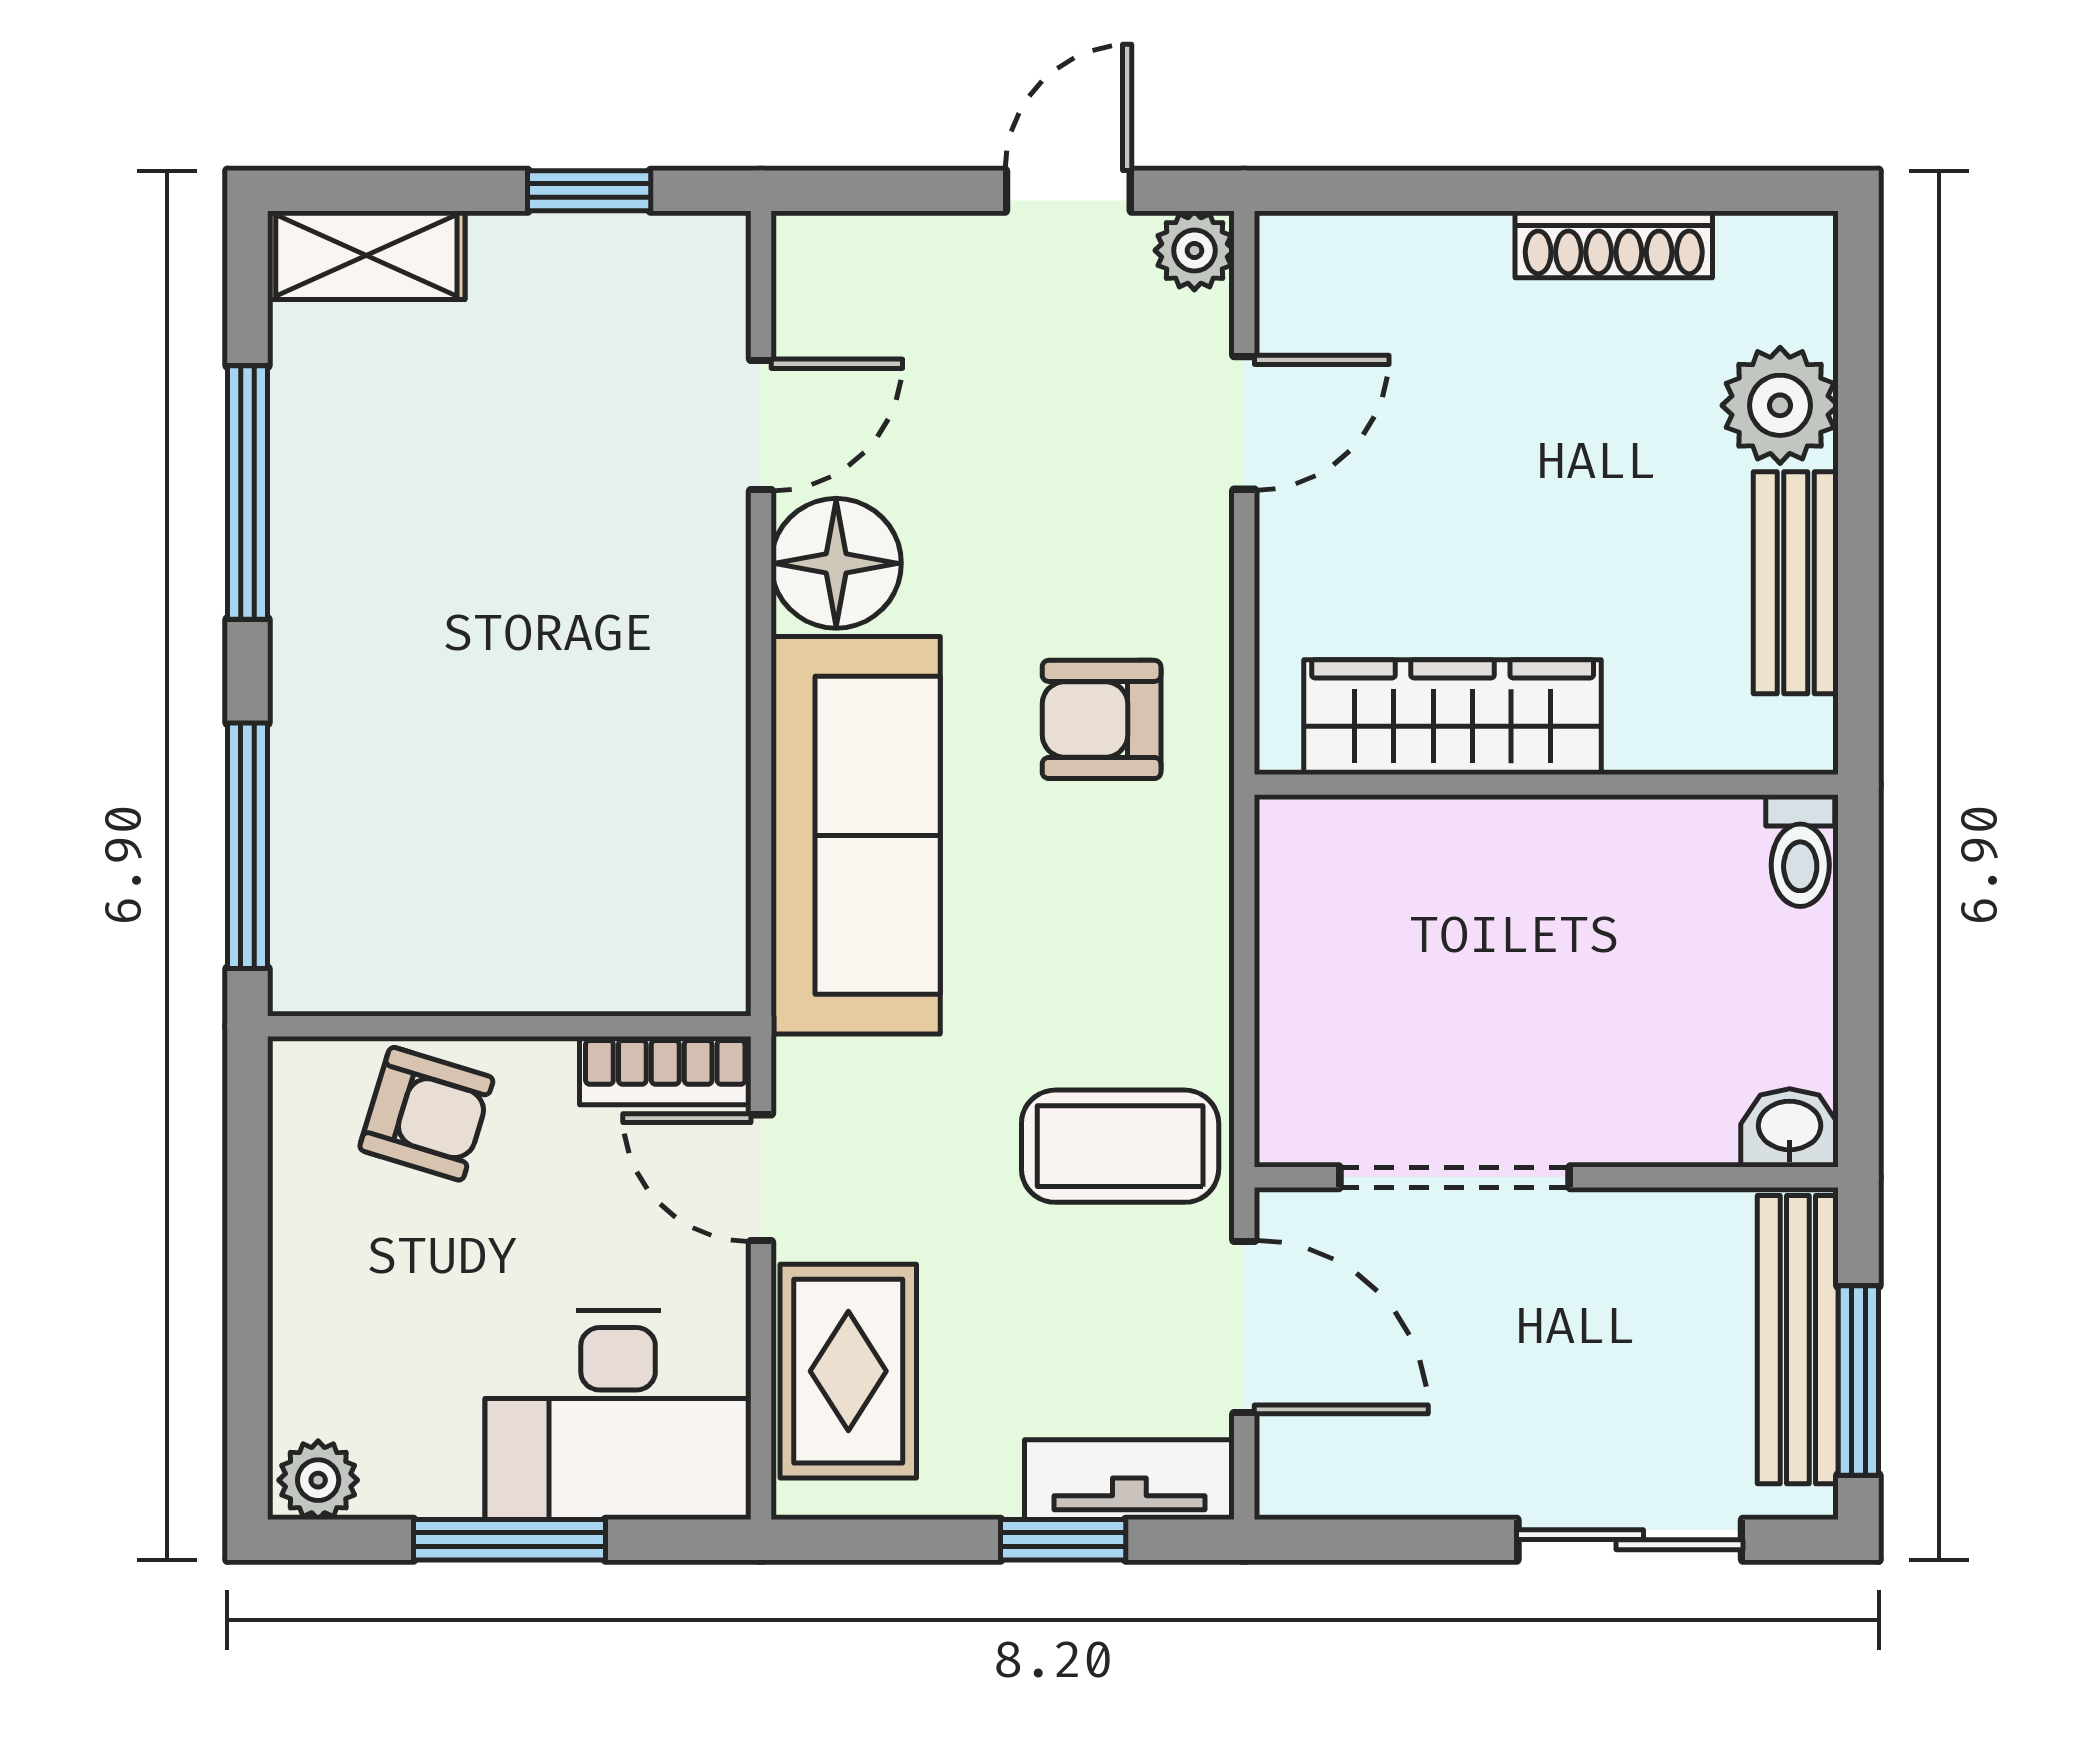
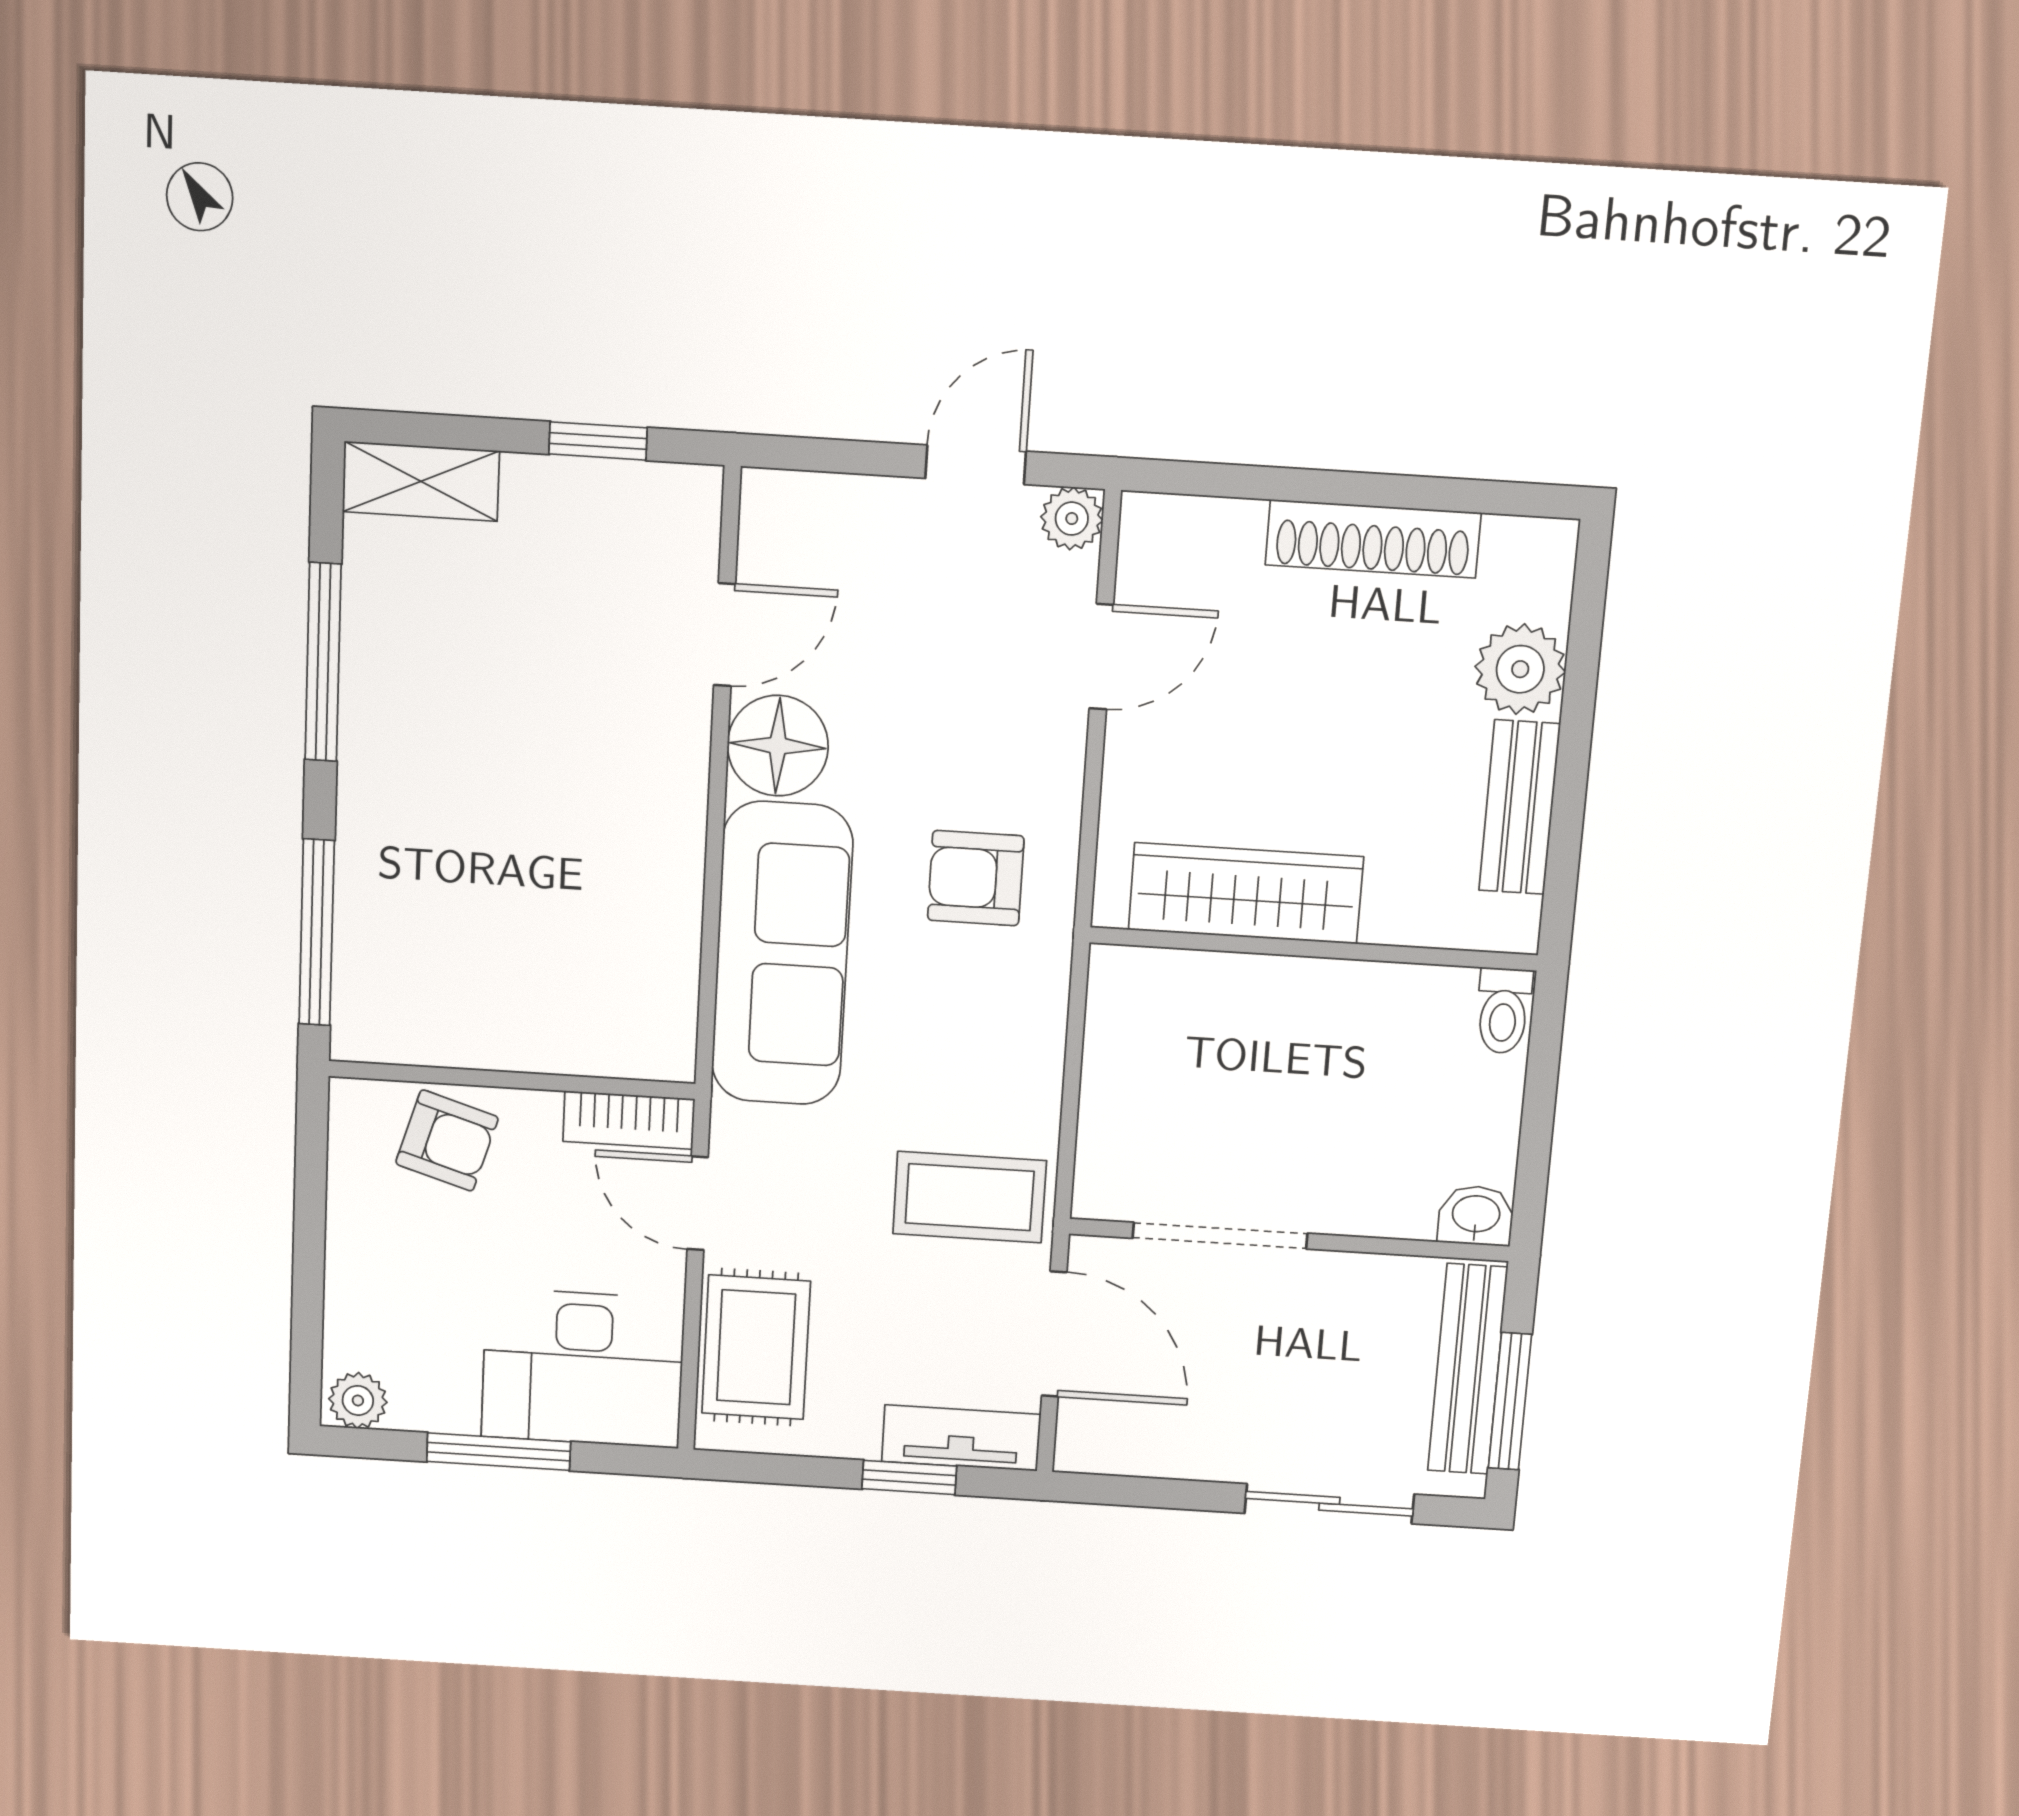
shoe rack: (1614, 244) -> (1373, 539), width x1.36, depth x1.24

